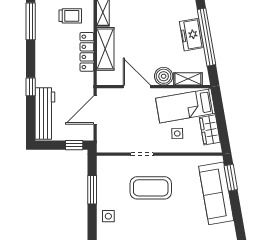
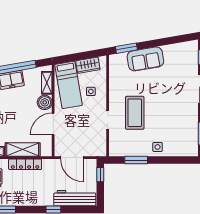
sofa: (216, 193) -> (145, 59), width x0.73

